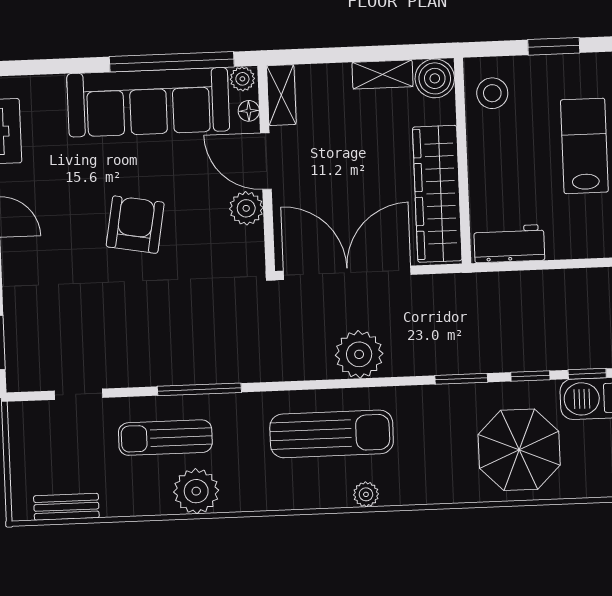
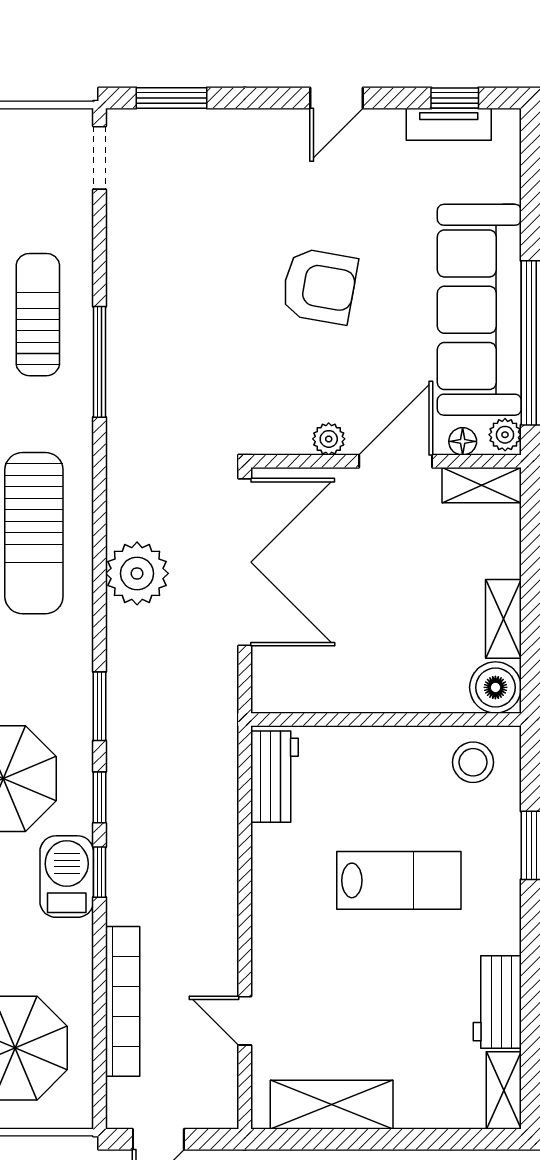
wardrobe: (437, 194) -> (344, 685), removed
plant: (246, 208) -> (329, 439), width x0.73, depth x0.73
doorway: (79, 394) -> (99, 158), moved

